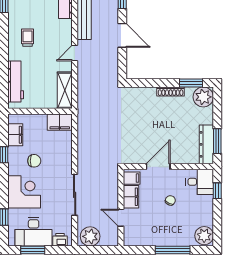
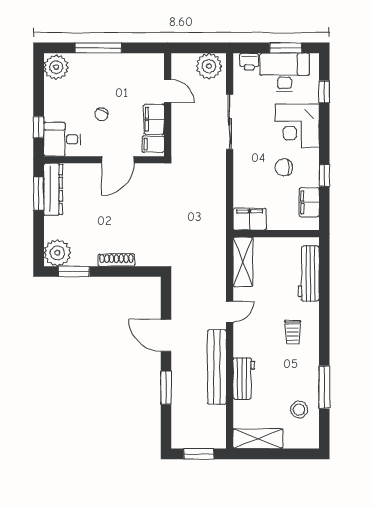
shoe rack: (171, 91) -> (116, 260), moved

